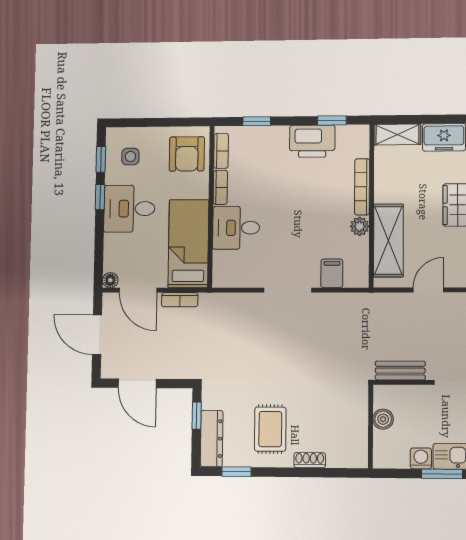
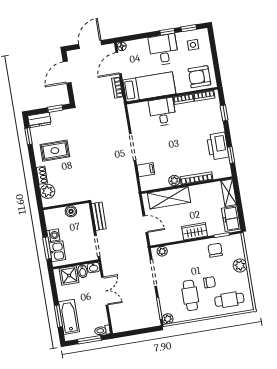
dresser: (212, 438) -> (39, 120), width x0.70
plant: (340, 455) -> (47, 191), added

